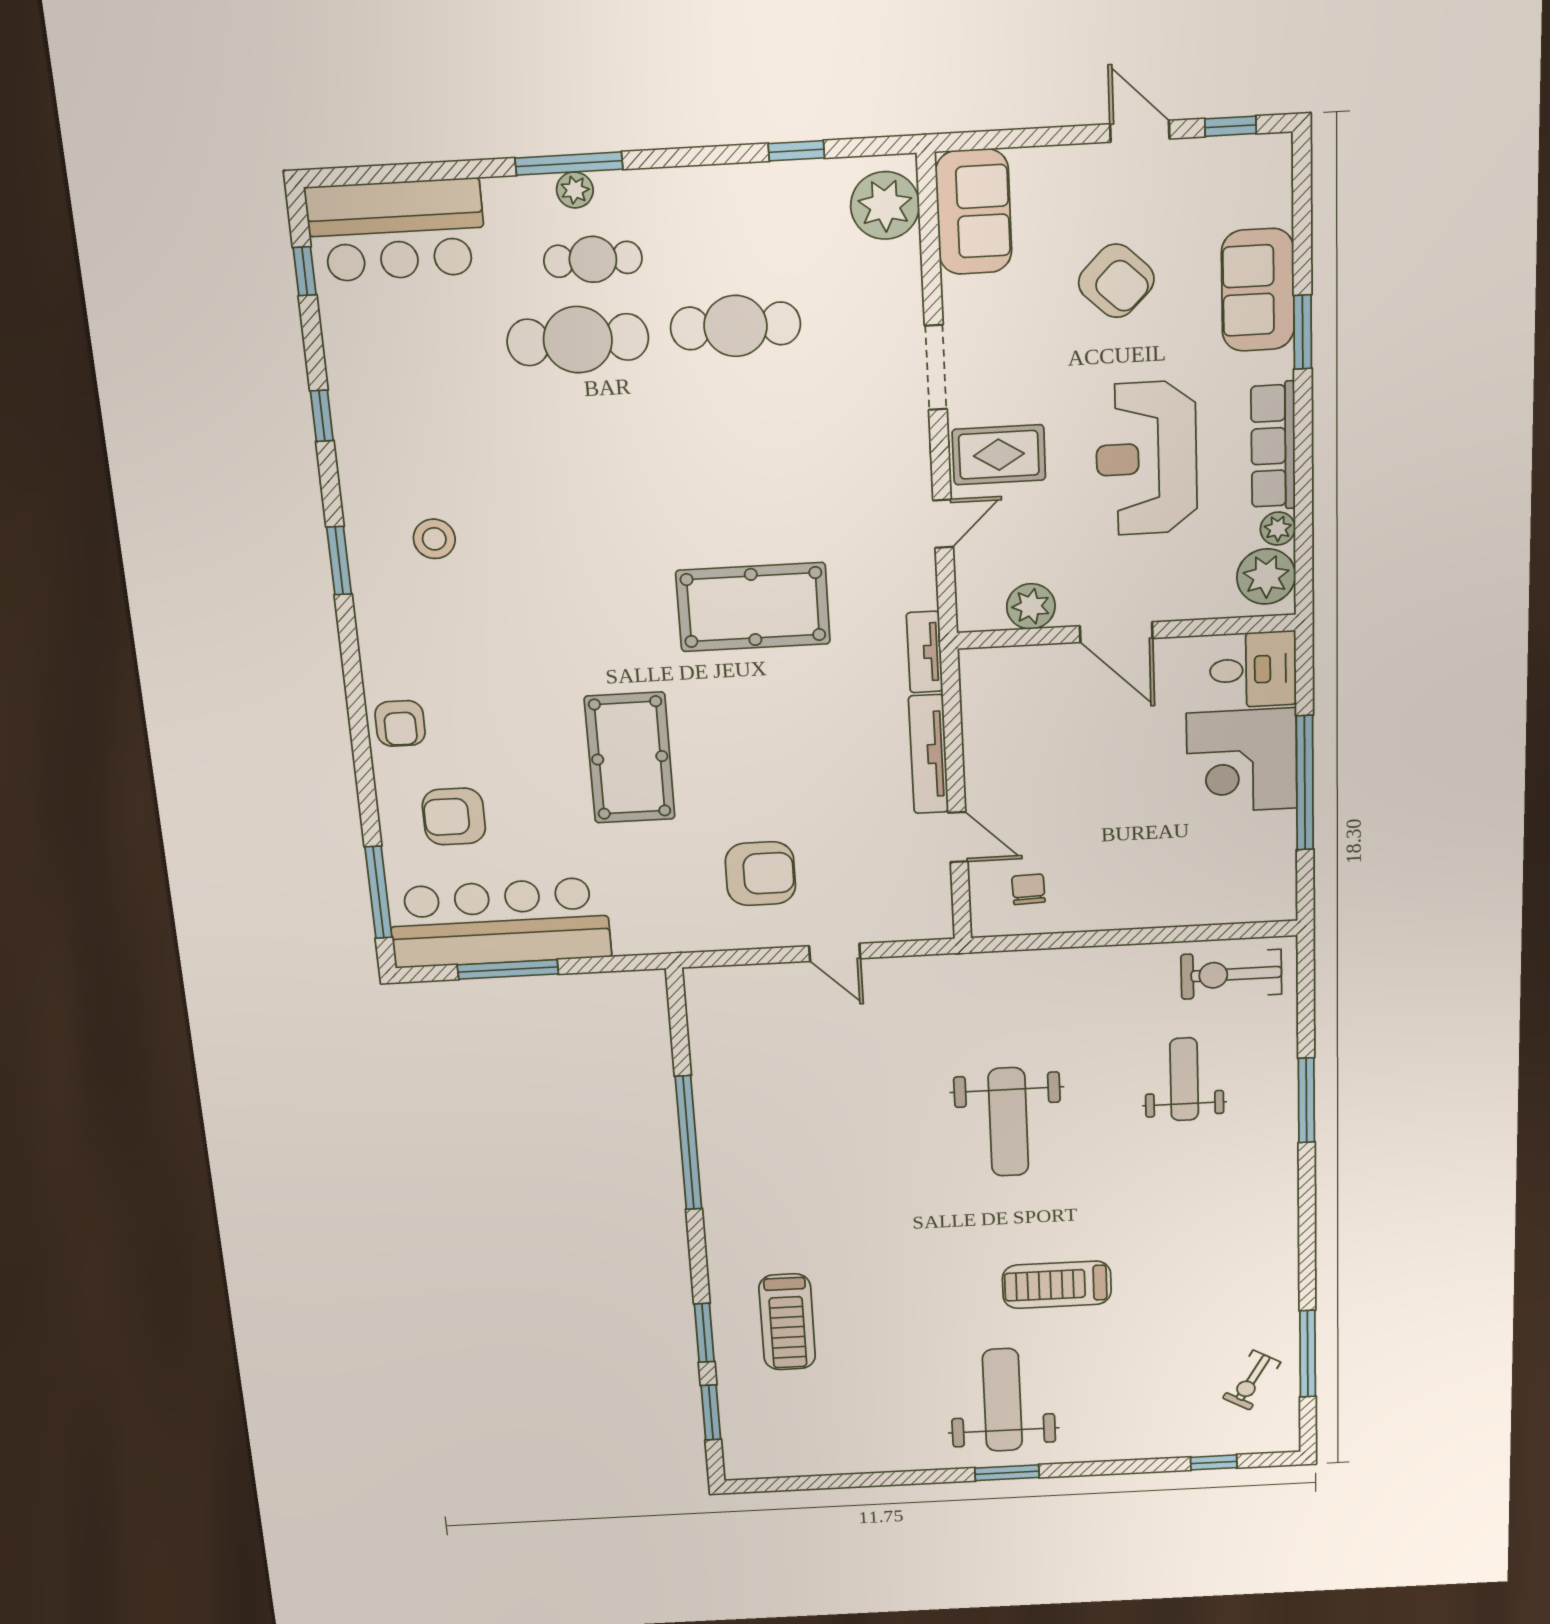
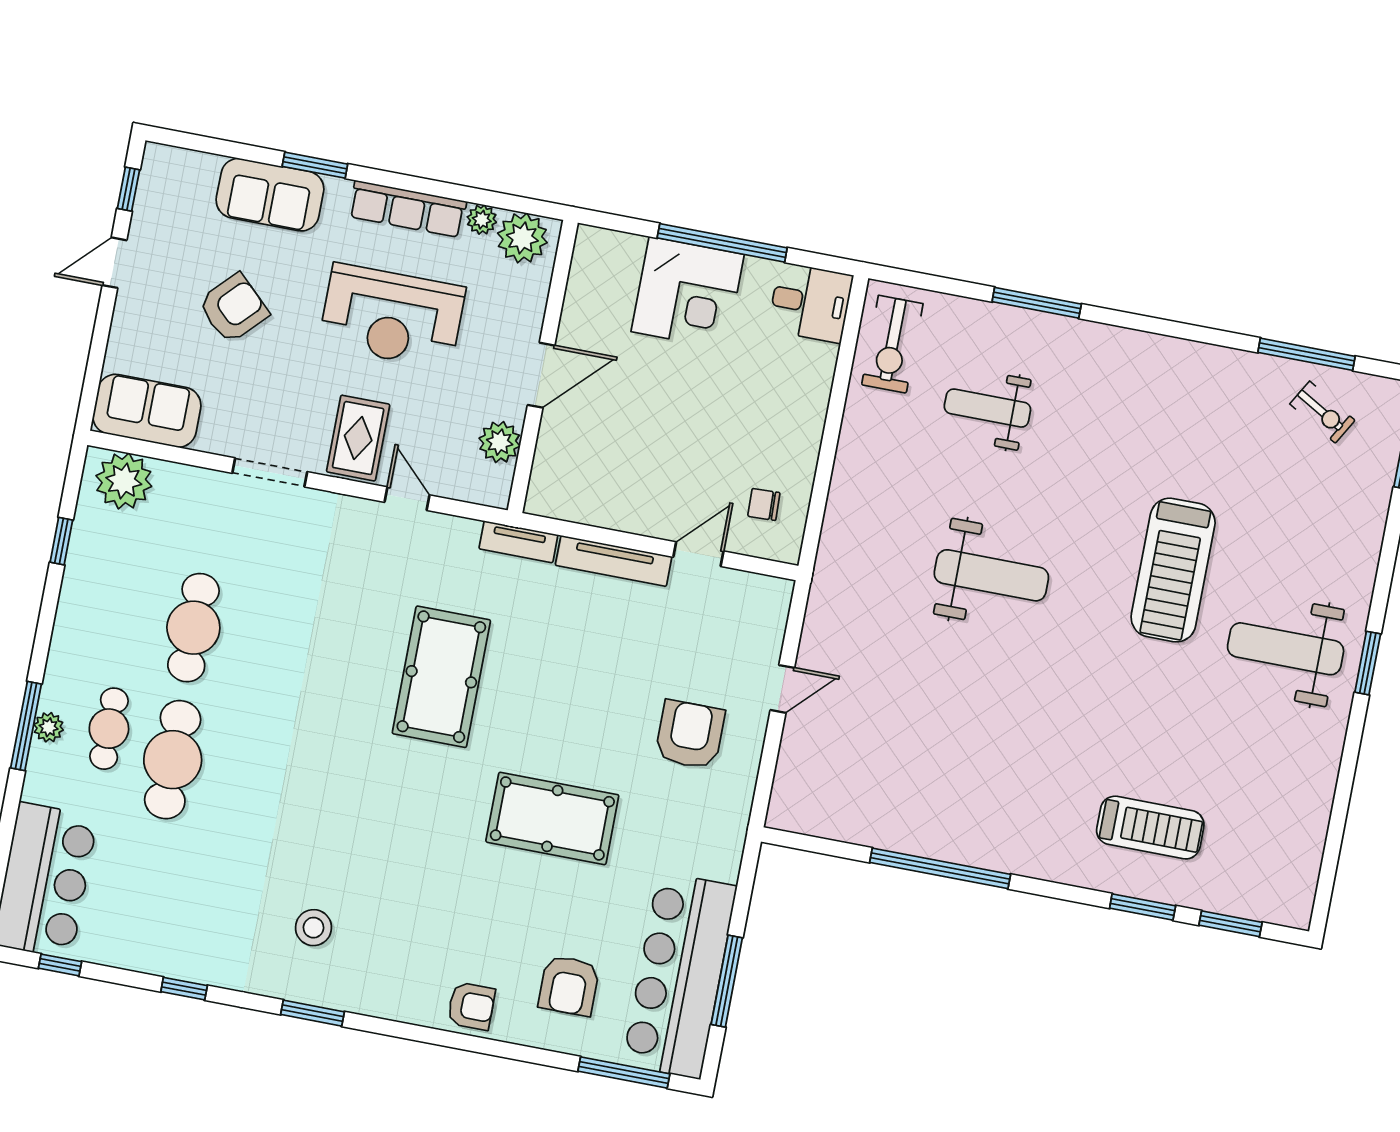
desk: (1253, 670) -> (810, 303), moved, turned 90
treadmill: (1057, 1285) -> (1173, 570), width x1.37, depth x1.38

